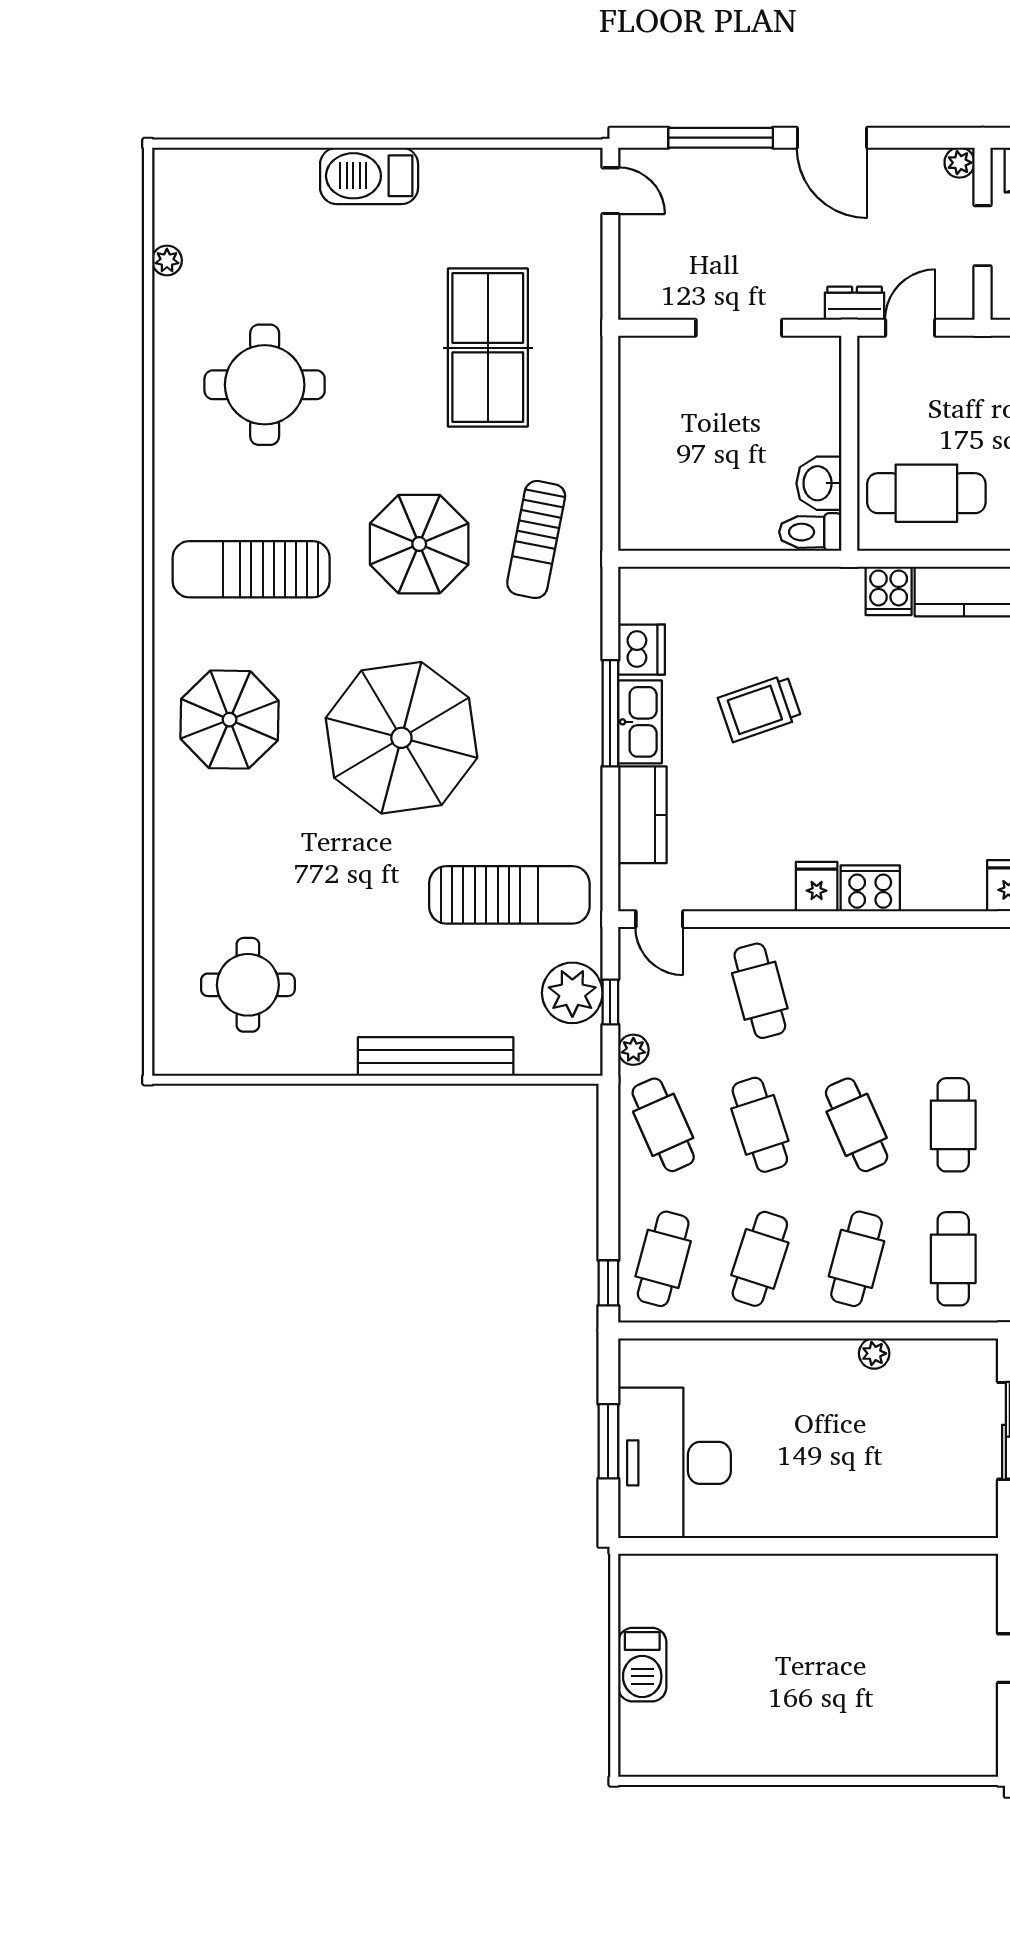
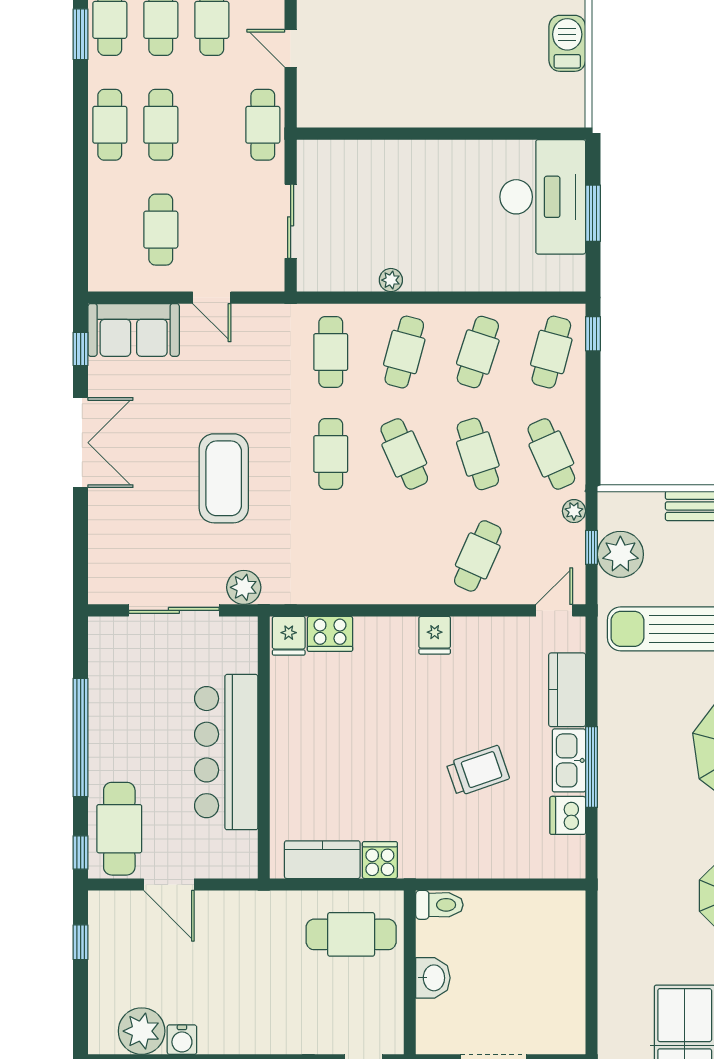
washbasin: (819, 483) -> (433, 978), moved
sun lounger: (536, 539) -> (648, 899), removed
cooker: (870, 888) -> (330, 634), moved
door: (659, 919) -> (554, 610), hinge flipped
cafe table: (760, 991) -> (478, 556), turned 39

